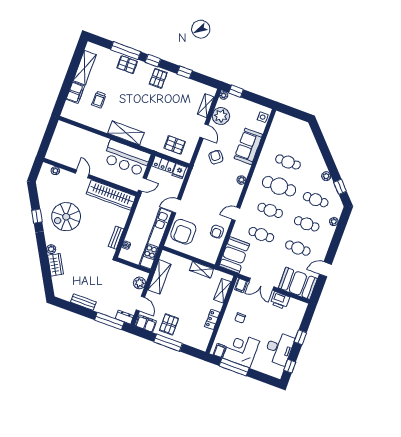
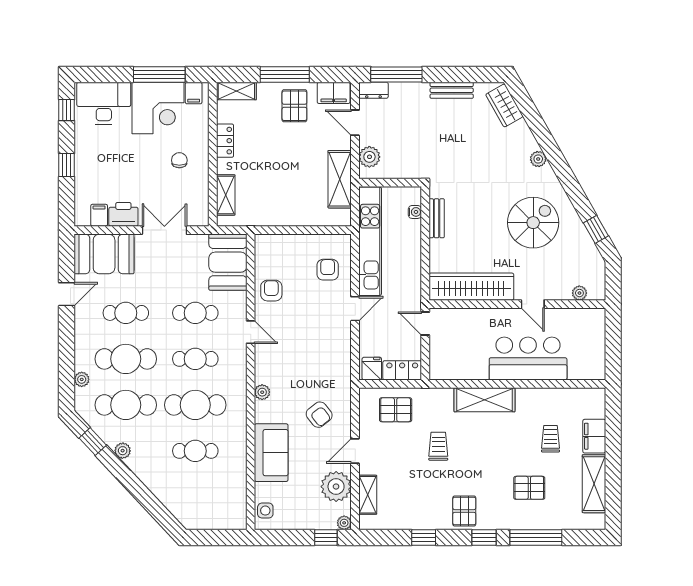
pallet: (127, 65) -> (529, 488), moved
trolley: (159, 117) -> (438, 446), added
door: (204, 131) -> (355, 451), hinge flipped
bar counter: (127, 158) -> (528, 358), moved
door: (142, 185) -> (425, 323), hinge flipped
cafe table: (316, 200) -> (126, 405), width x1.37, depth x1.35
door: (236, 214) -> (251, 332), hinge flipped
window: (37, 216) -> (596, 229), moved
cafe table: (307, 224) -> (126, 359), width x1.37, depth x1.35
armchair: (183, 232) -> (328, 270), width x0.53, depth x0.53
wardrobe: (55, 265) -> (504, 105), moved
shelving: (201, 270) -> (236, 91), moved
filing cabinet: (241, 285) -> (99, 215), moved
desk: (279, 348) -> (104, 103), moved, turned 90

